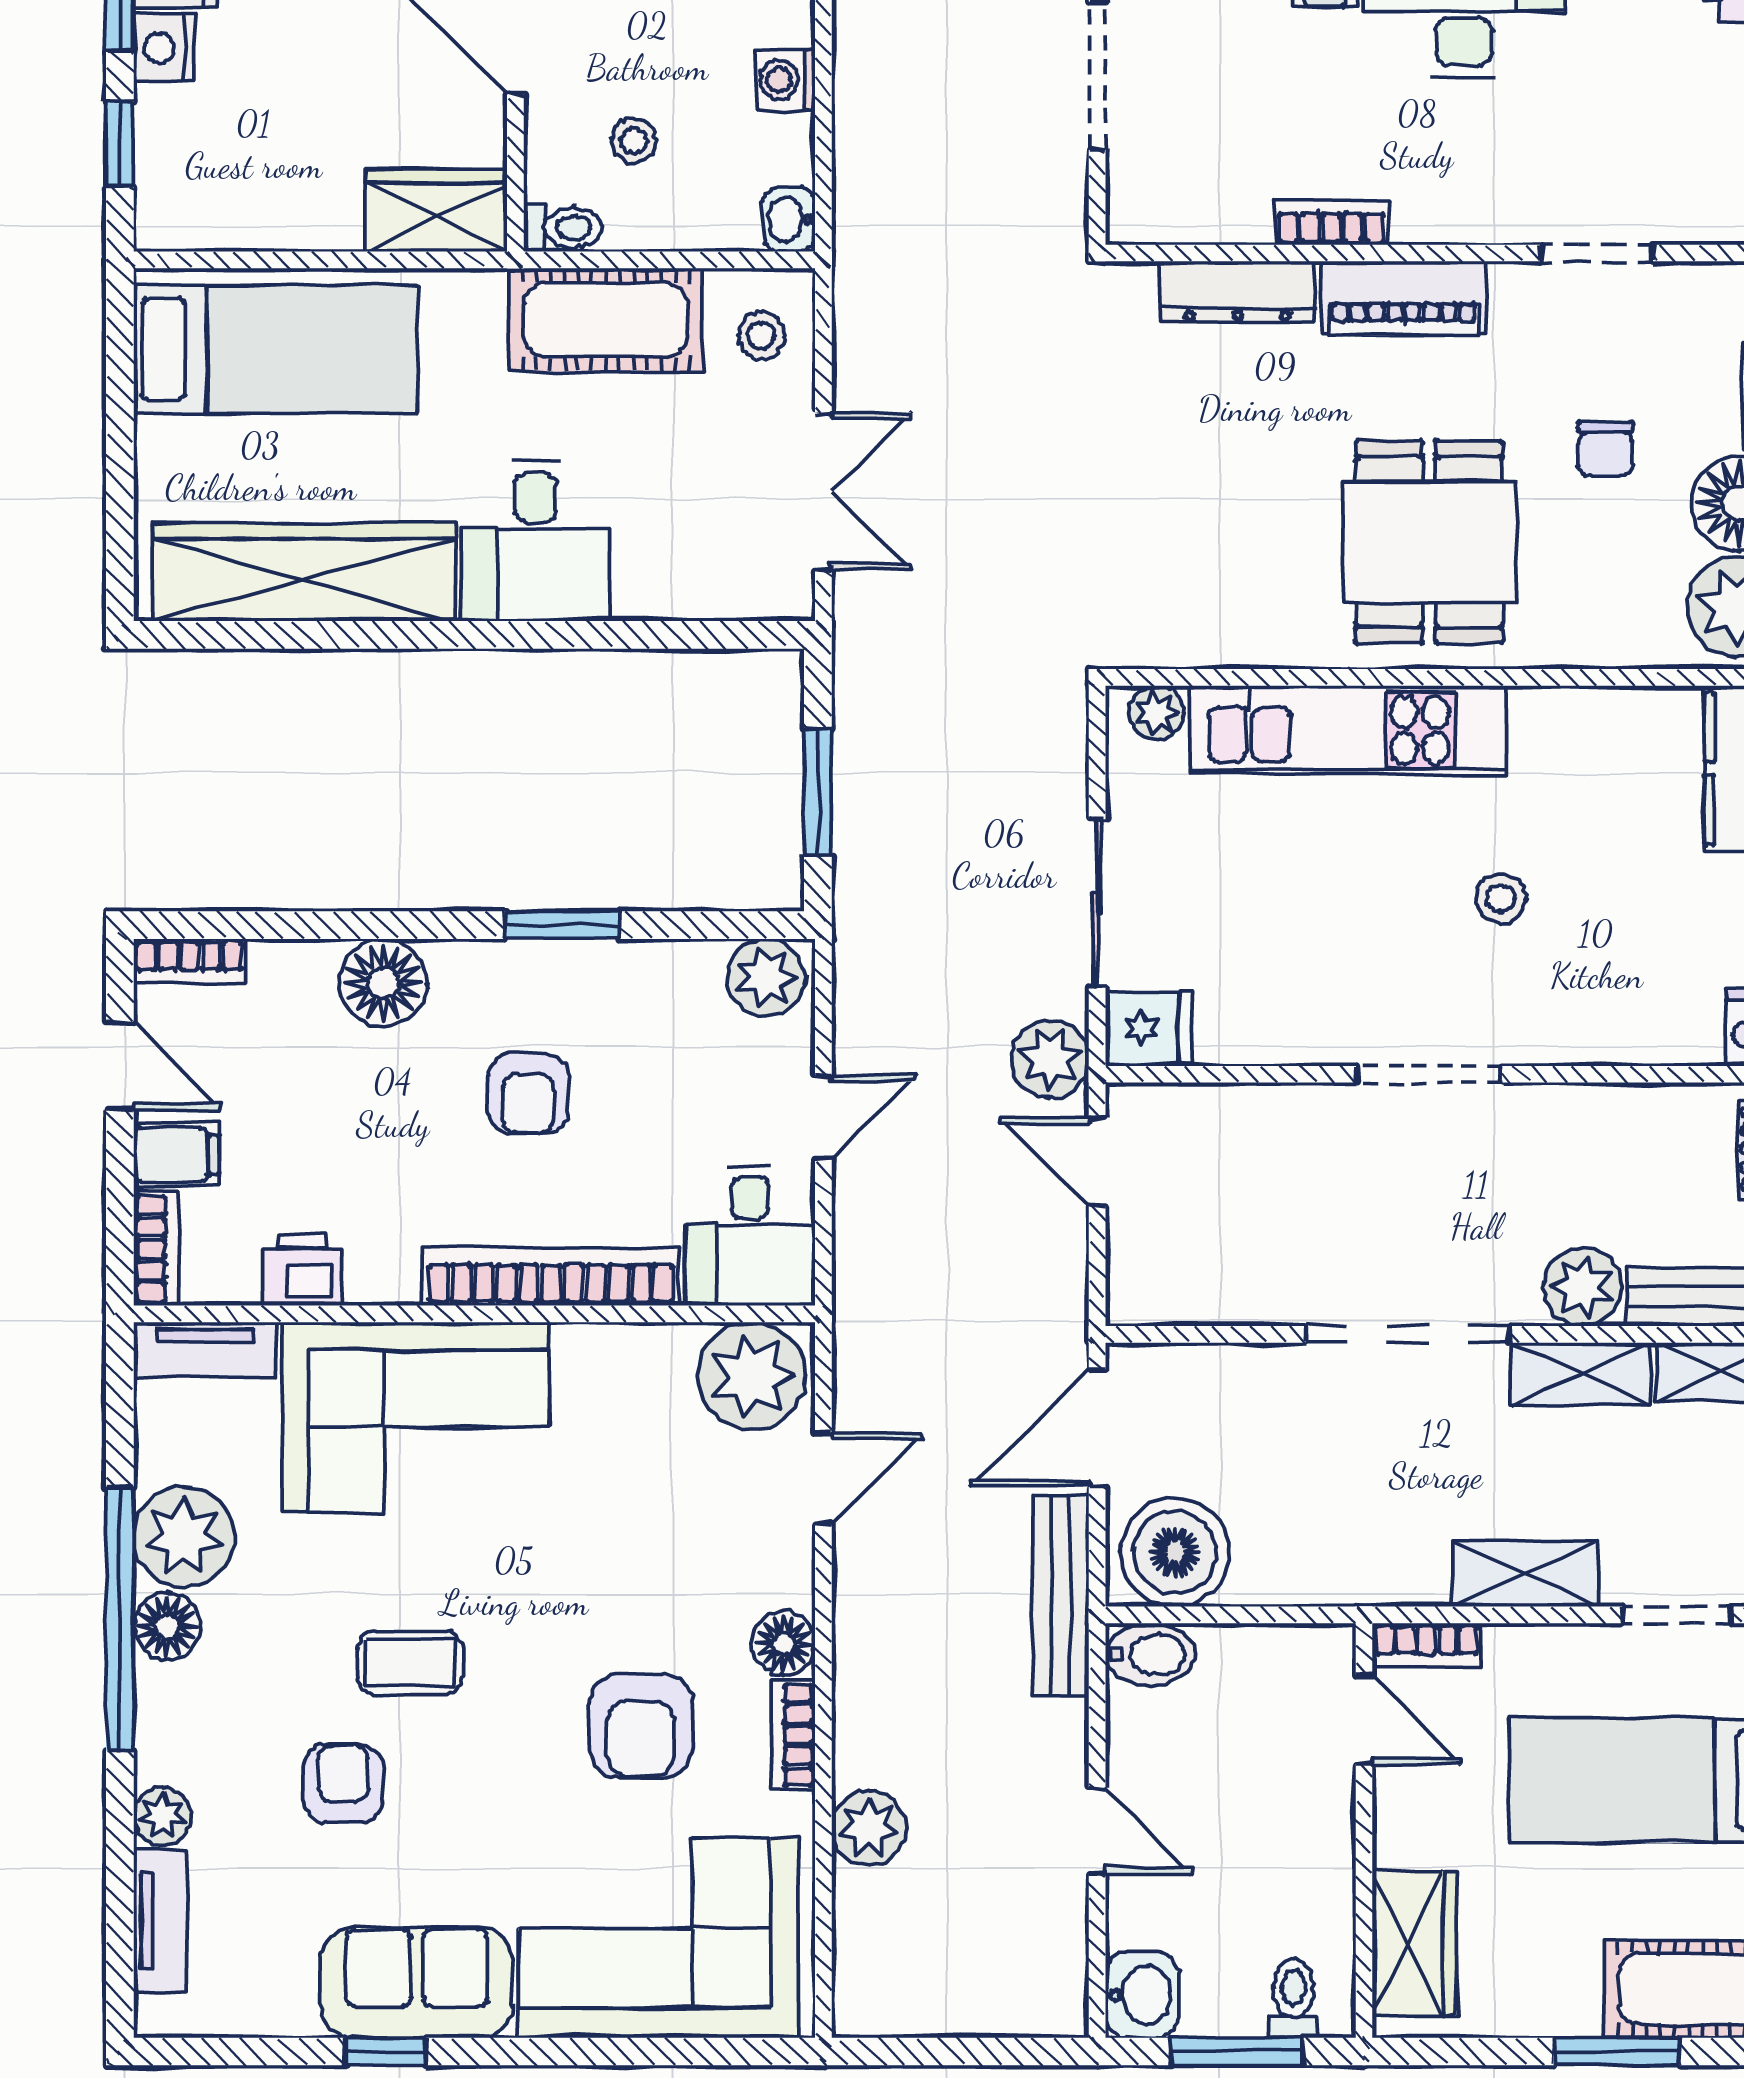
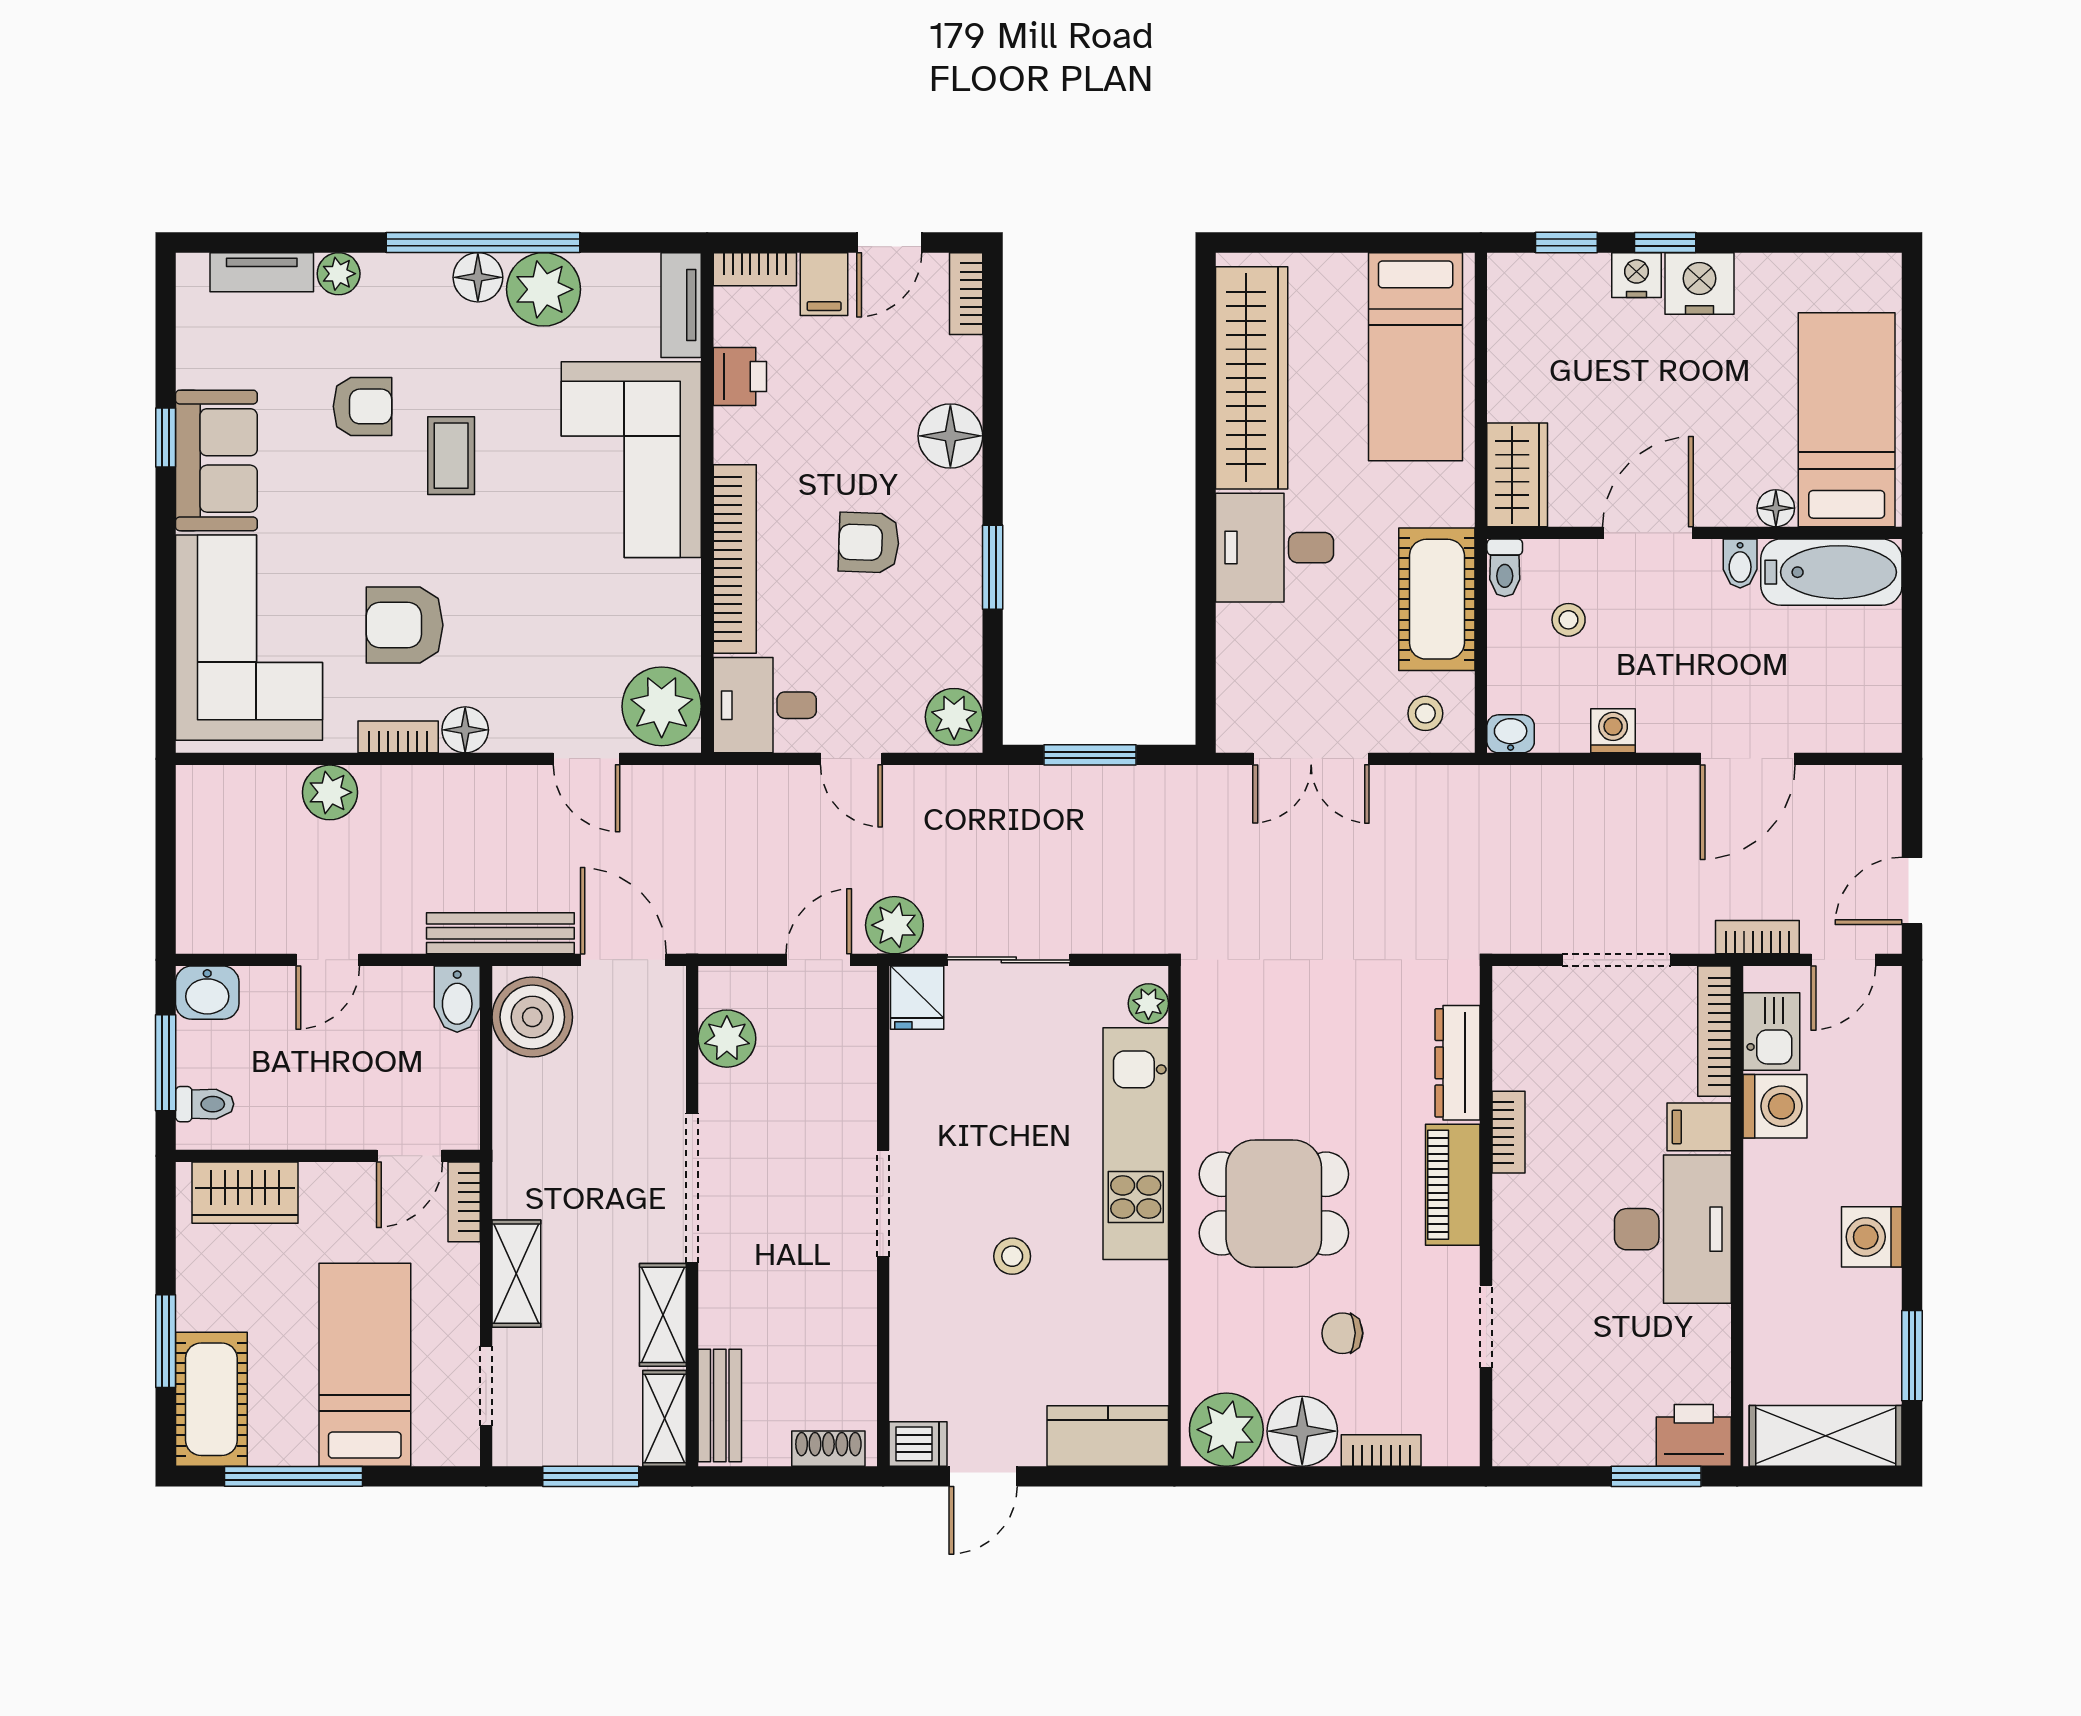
plant: (1583, 1287) -> (727, 1039), moved

